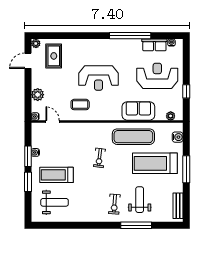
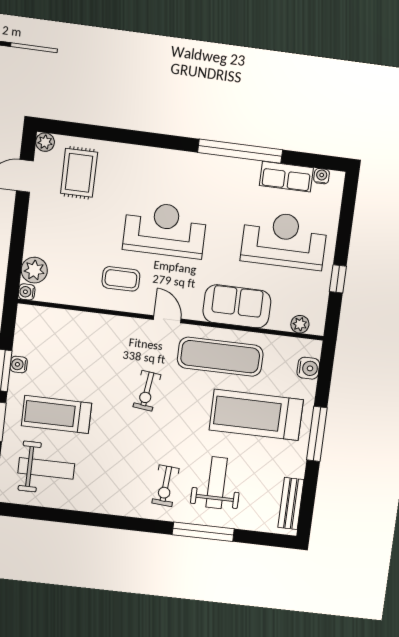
reception desk: (99, 78) -> (165, 230), turned 180
plant: (38, 95) -> (34, 270), moved
door: (53, 121) -> (167, 319), moved

